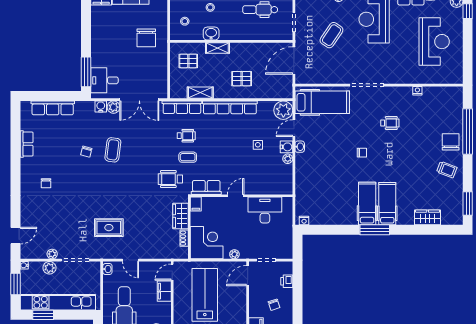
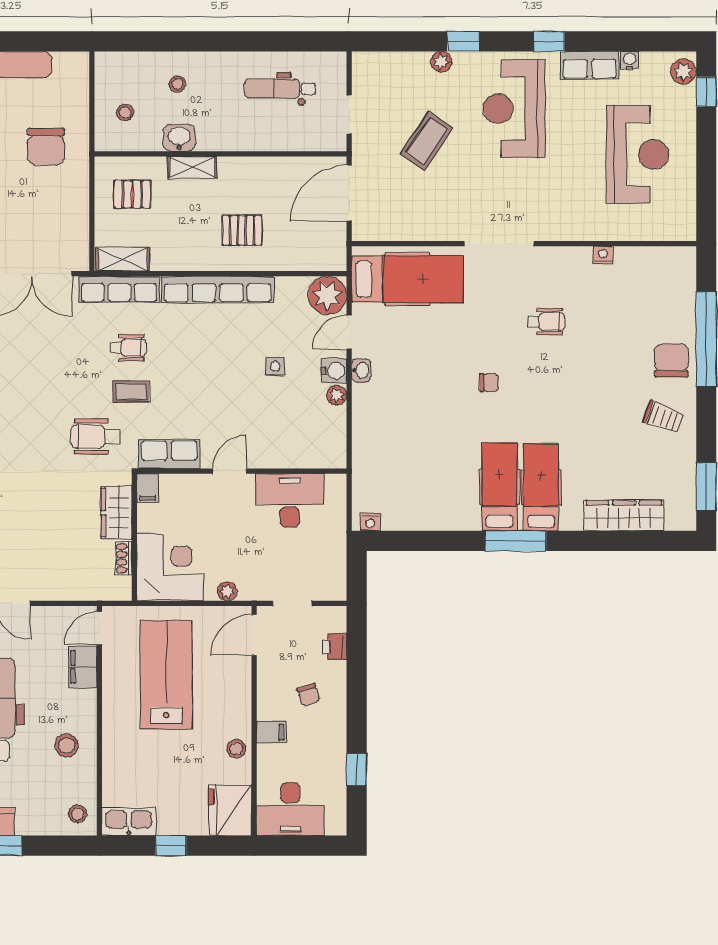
shelving: (200, 93) -> (123, 259), moved
wardrobe: (428, 217) -> (624, 516), width x1.50

